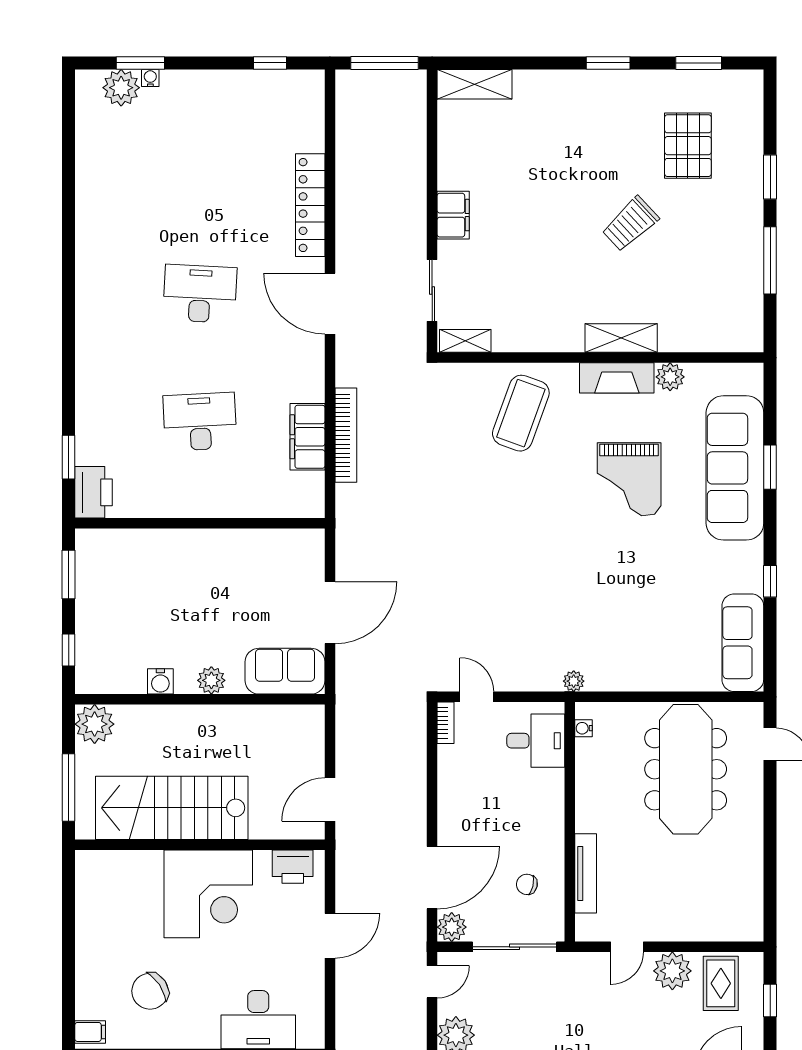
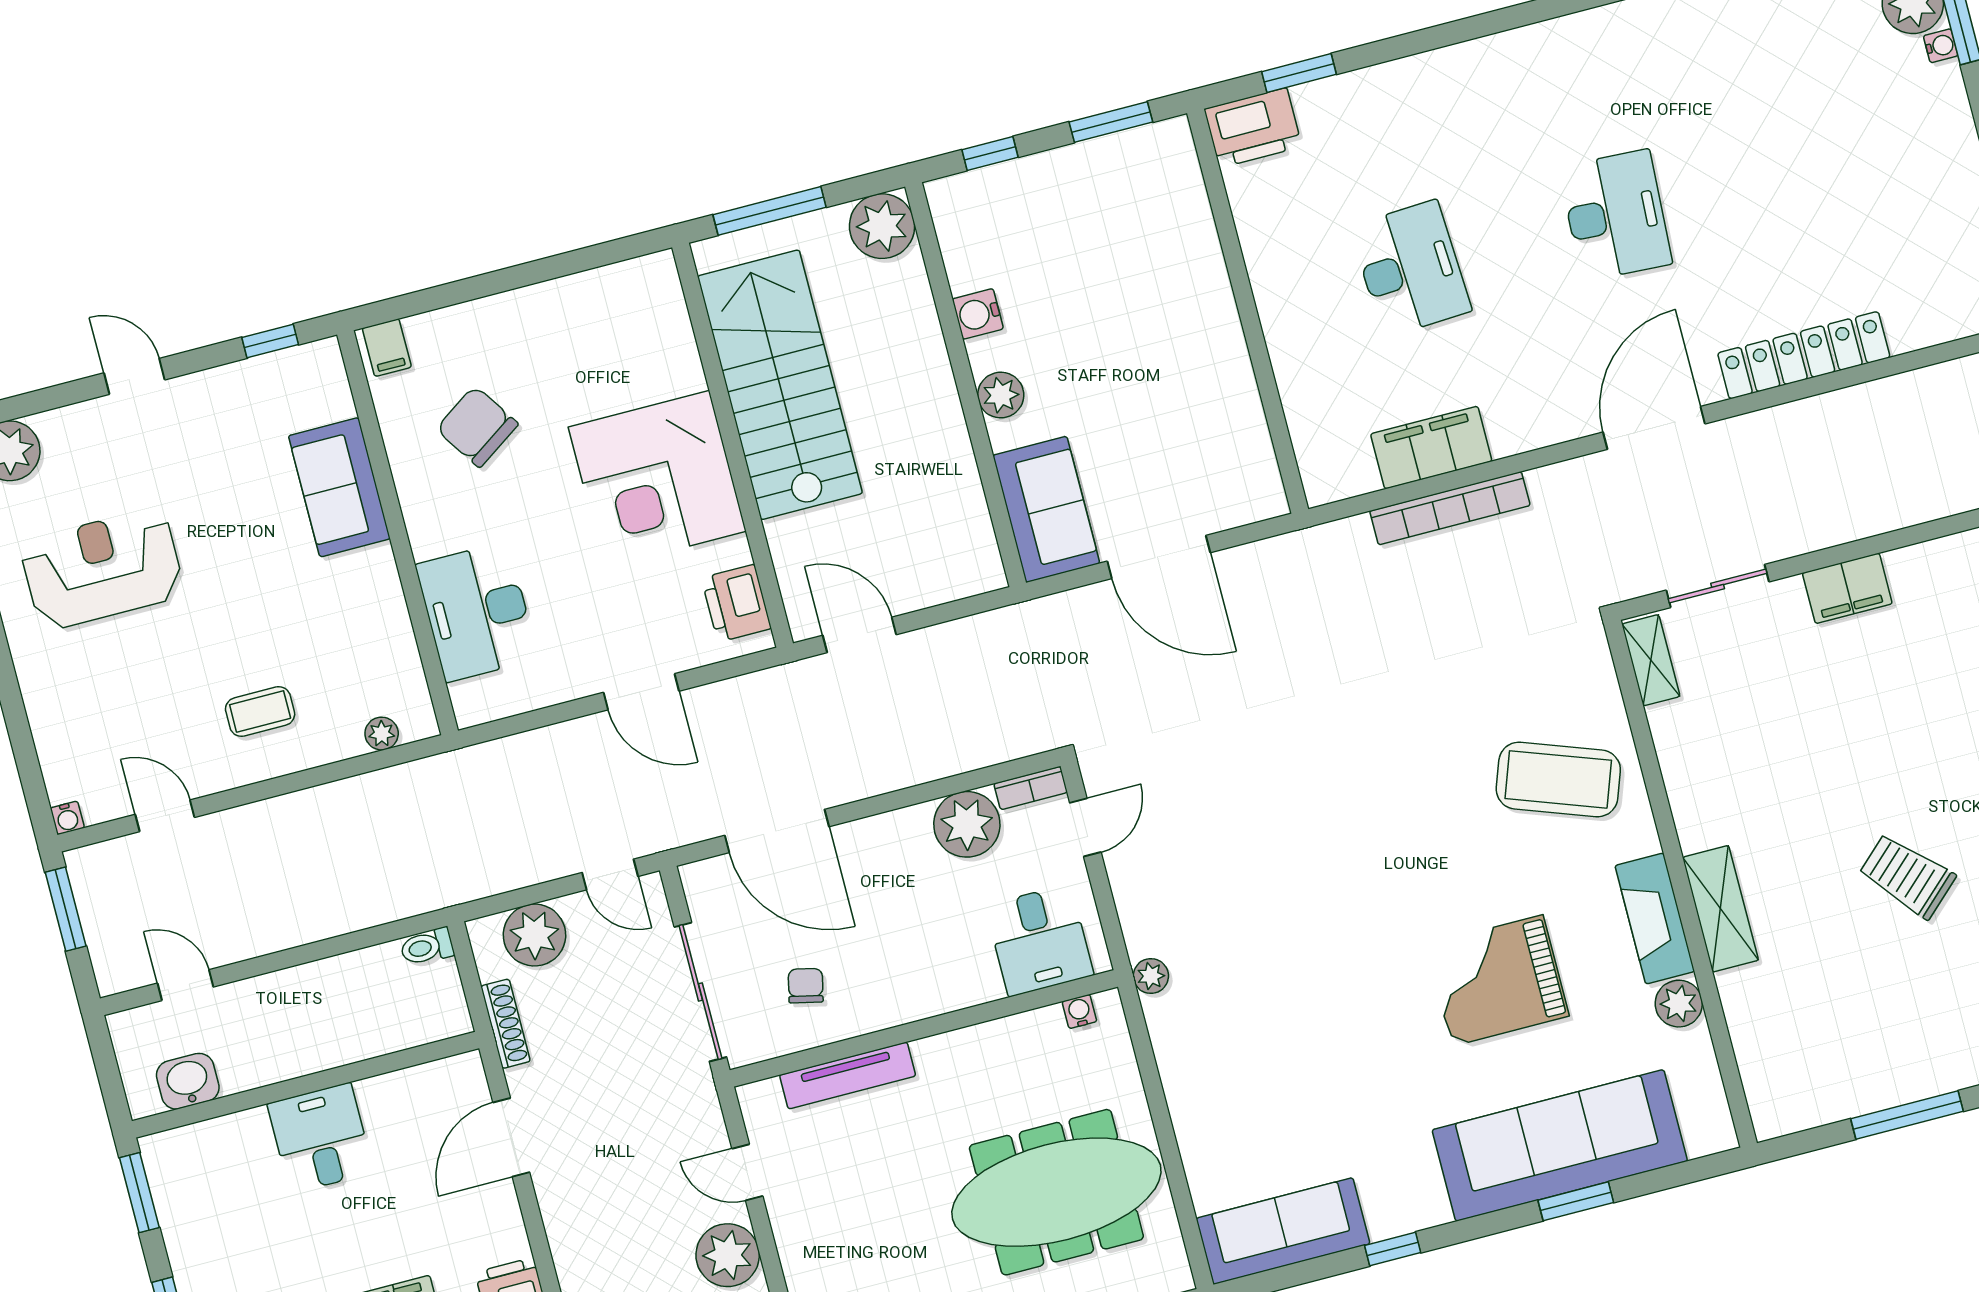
plant: (452, 927) -> (967, 824), moved, width x1.36, depth x1.36

